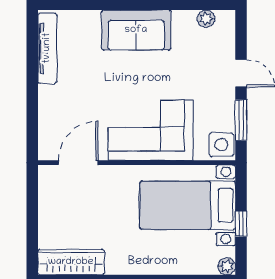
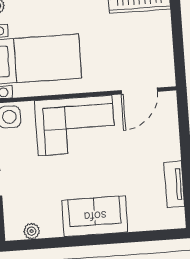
tv unit: (47, 48) -> (174, 184), width x0.71

